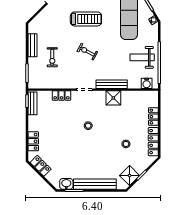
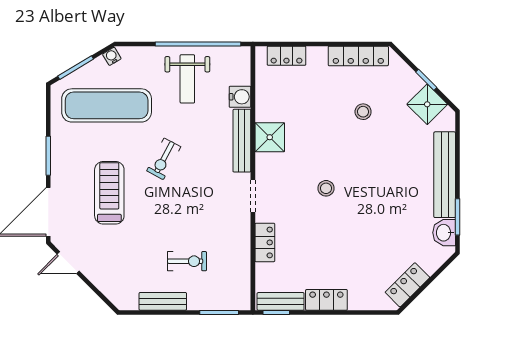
exercise bike: (87, 52) -> (164, 159), moved
water cooler: (147, 83) -> (240, 97), moved
locker: (153, 117) -> (286, 56), moved
locker: (33, 141) -> (326, 300), moved

